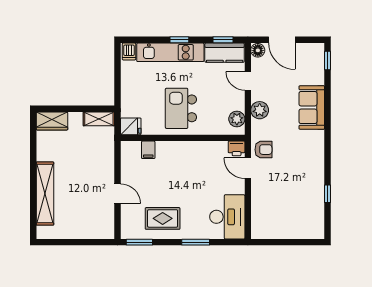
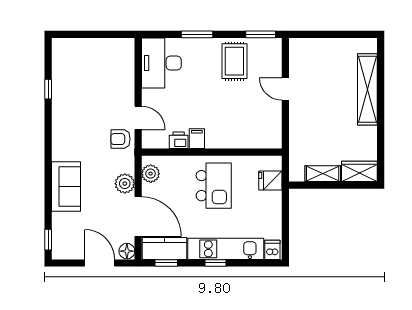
door: (248, 81) -> (138, 217), width x1.88
shelving: (99, 119) -> (323, 174), moved
fridge: (131, 126) -> (270, 180), moved
printer: (237, 148) -> (179, 140), moved
filing cabinet: (148, 150) -> (197, 139), moved
rug: (163, 218) -> (234, 61), turned 90

